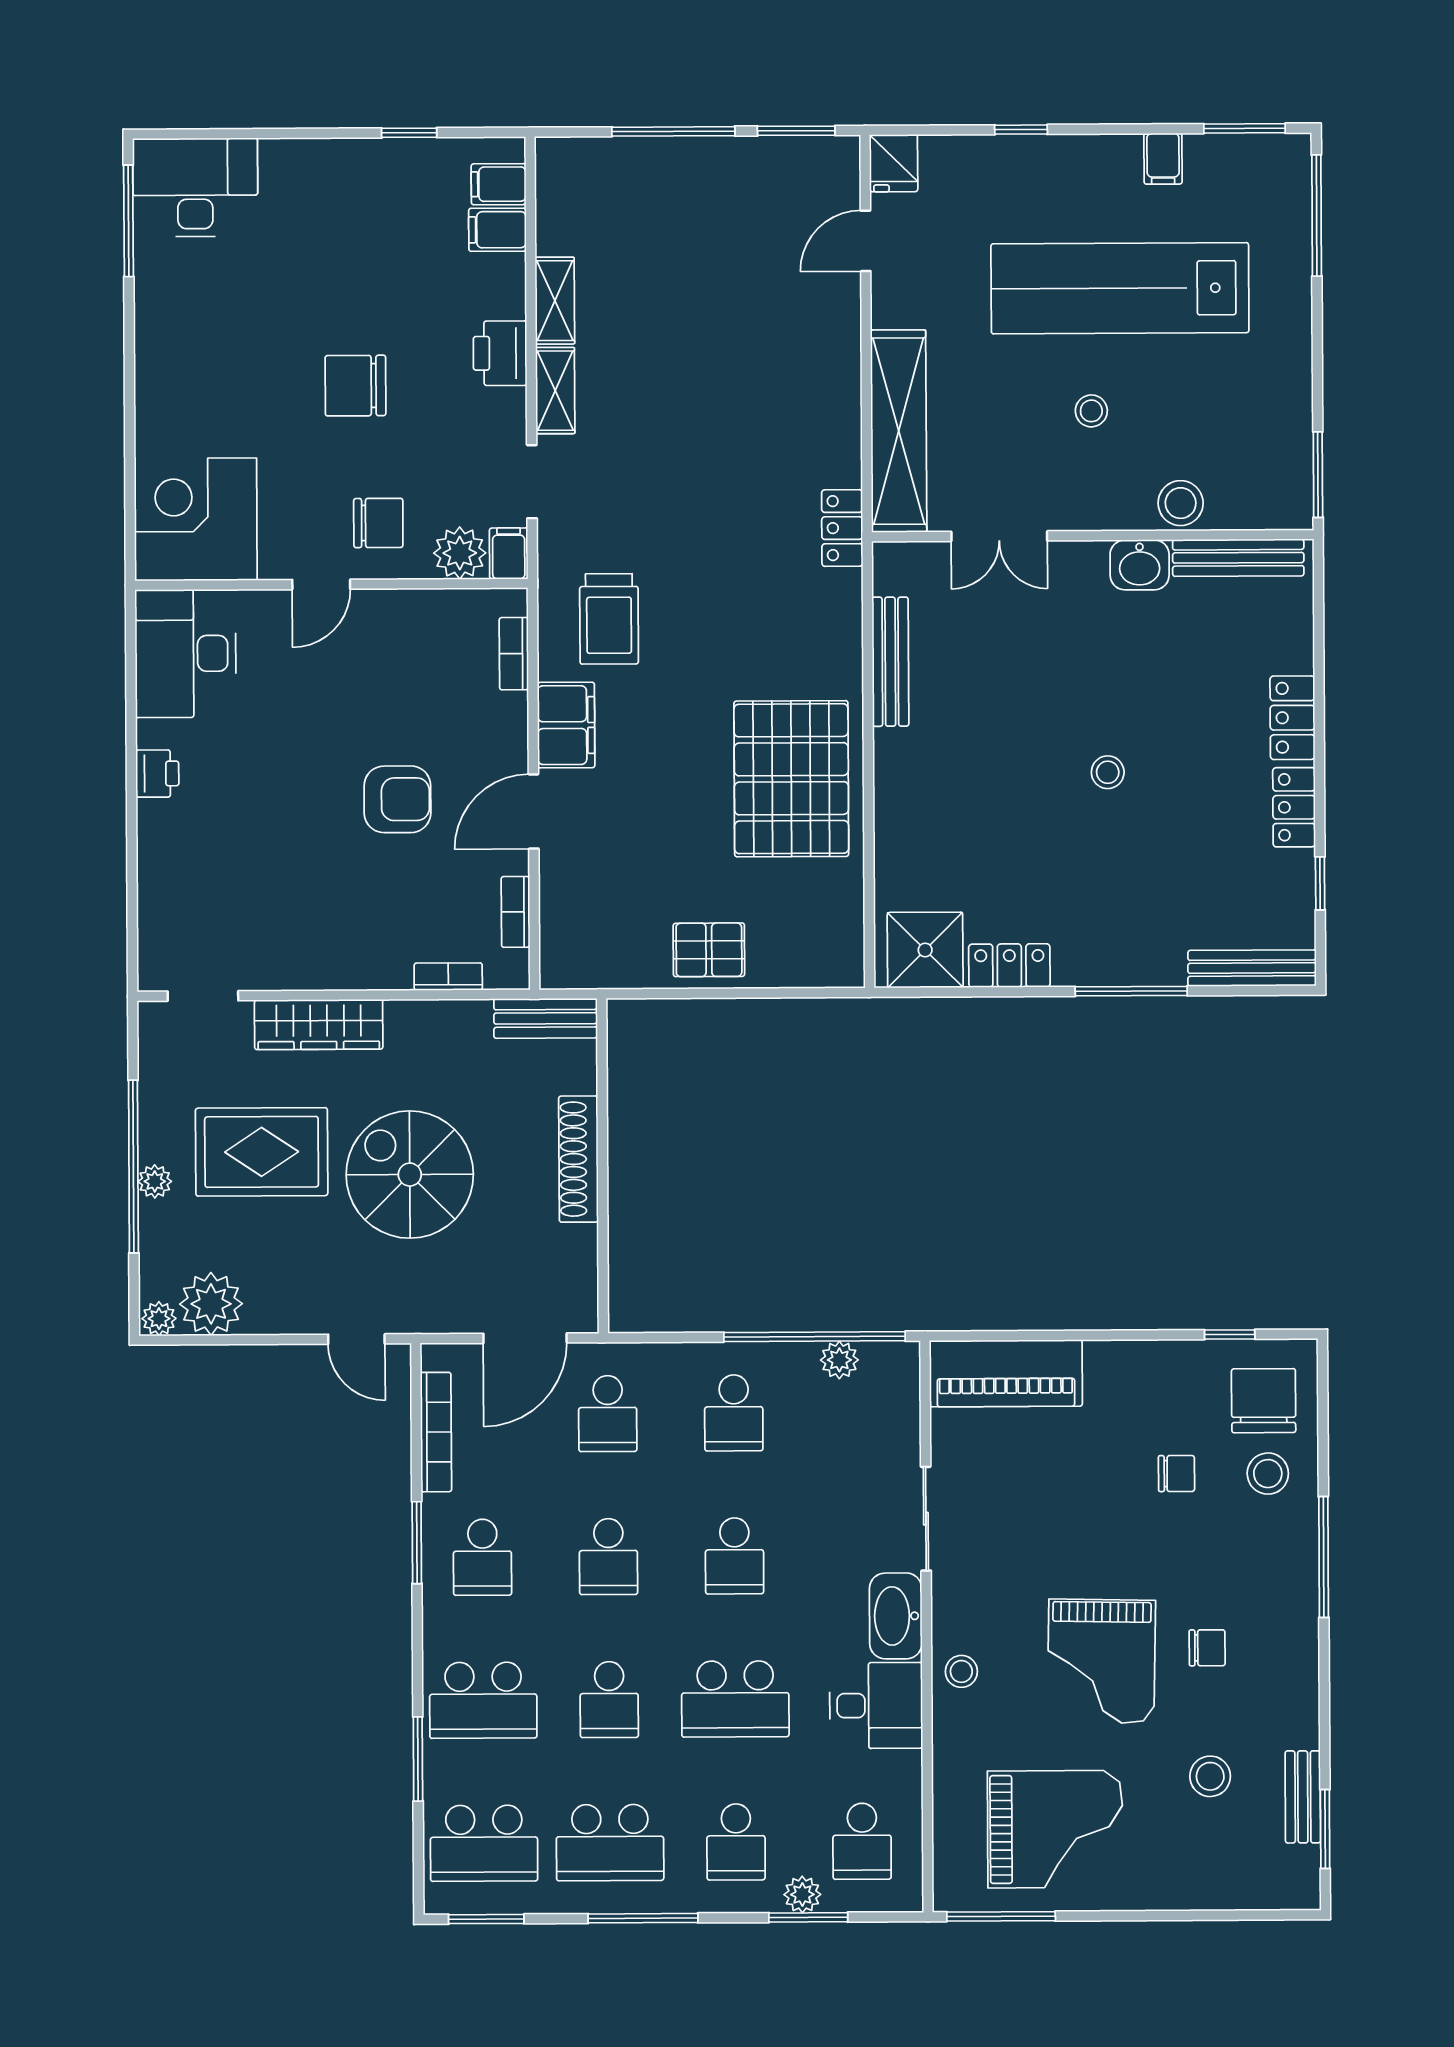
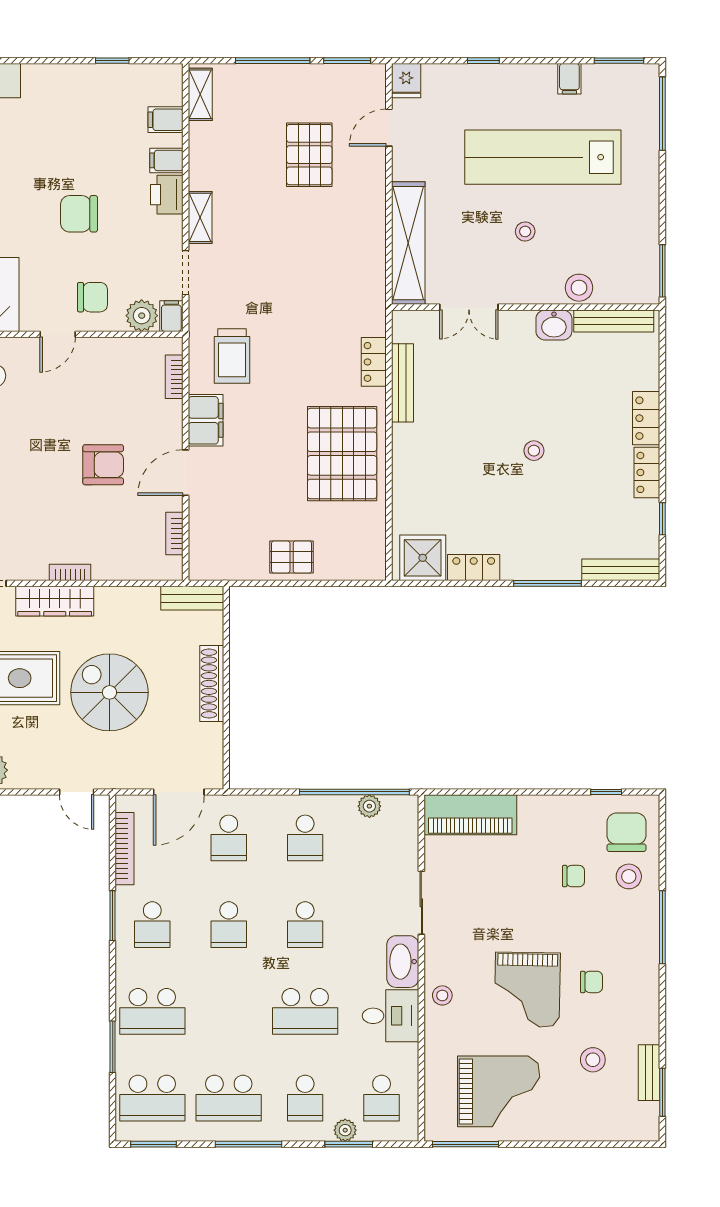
filing cabinet: (499, 184) -> (166, 160), moved
pallet: (735, 286) -> (309, 155), added
shelving: (555, 301) -> (200, 94), moved
locker: (842, 528) -> (374, 362), moved
bookcase: (448, 977) -> (70, 572), moved
school desk: (609, 1700) -> (229, 1011), removed

